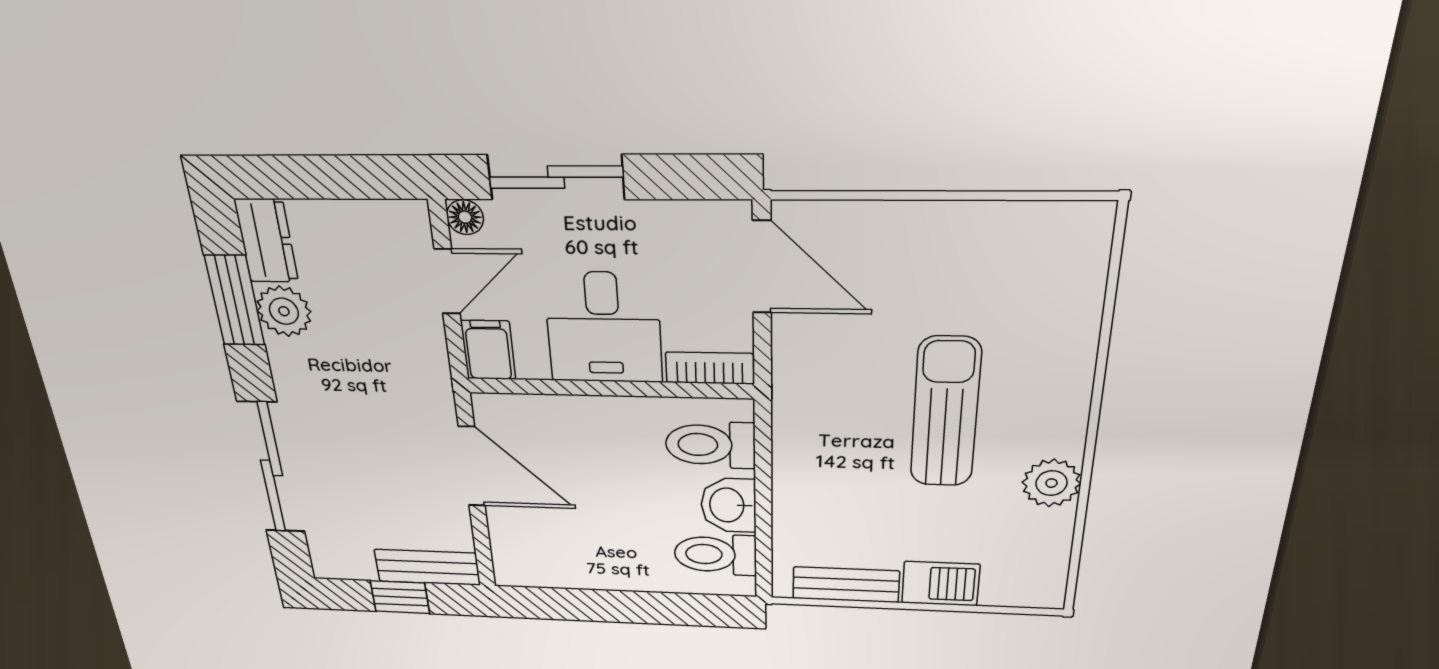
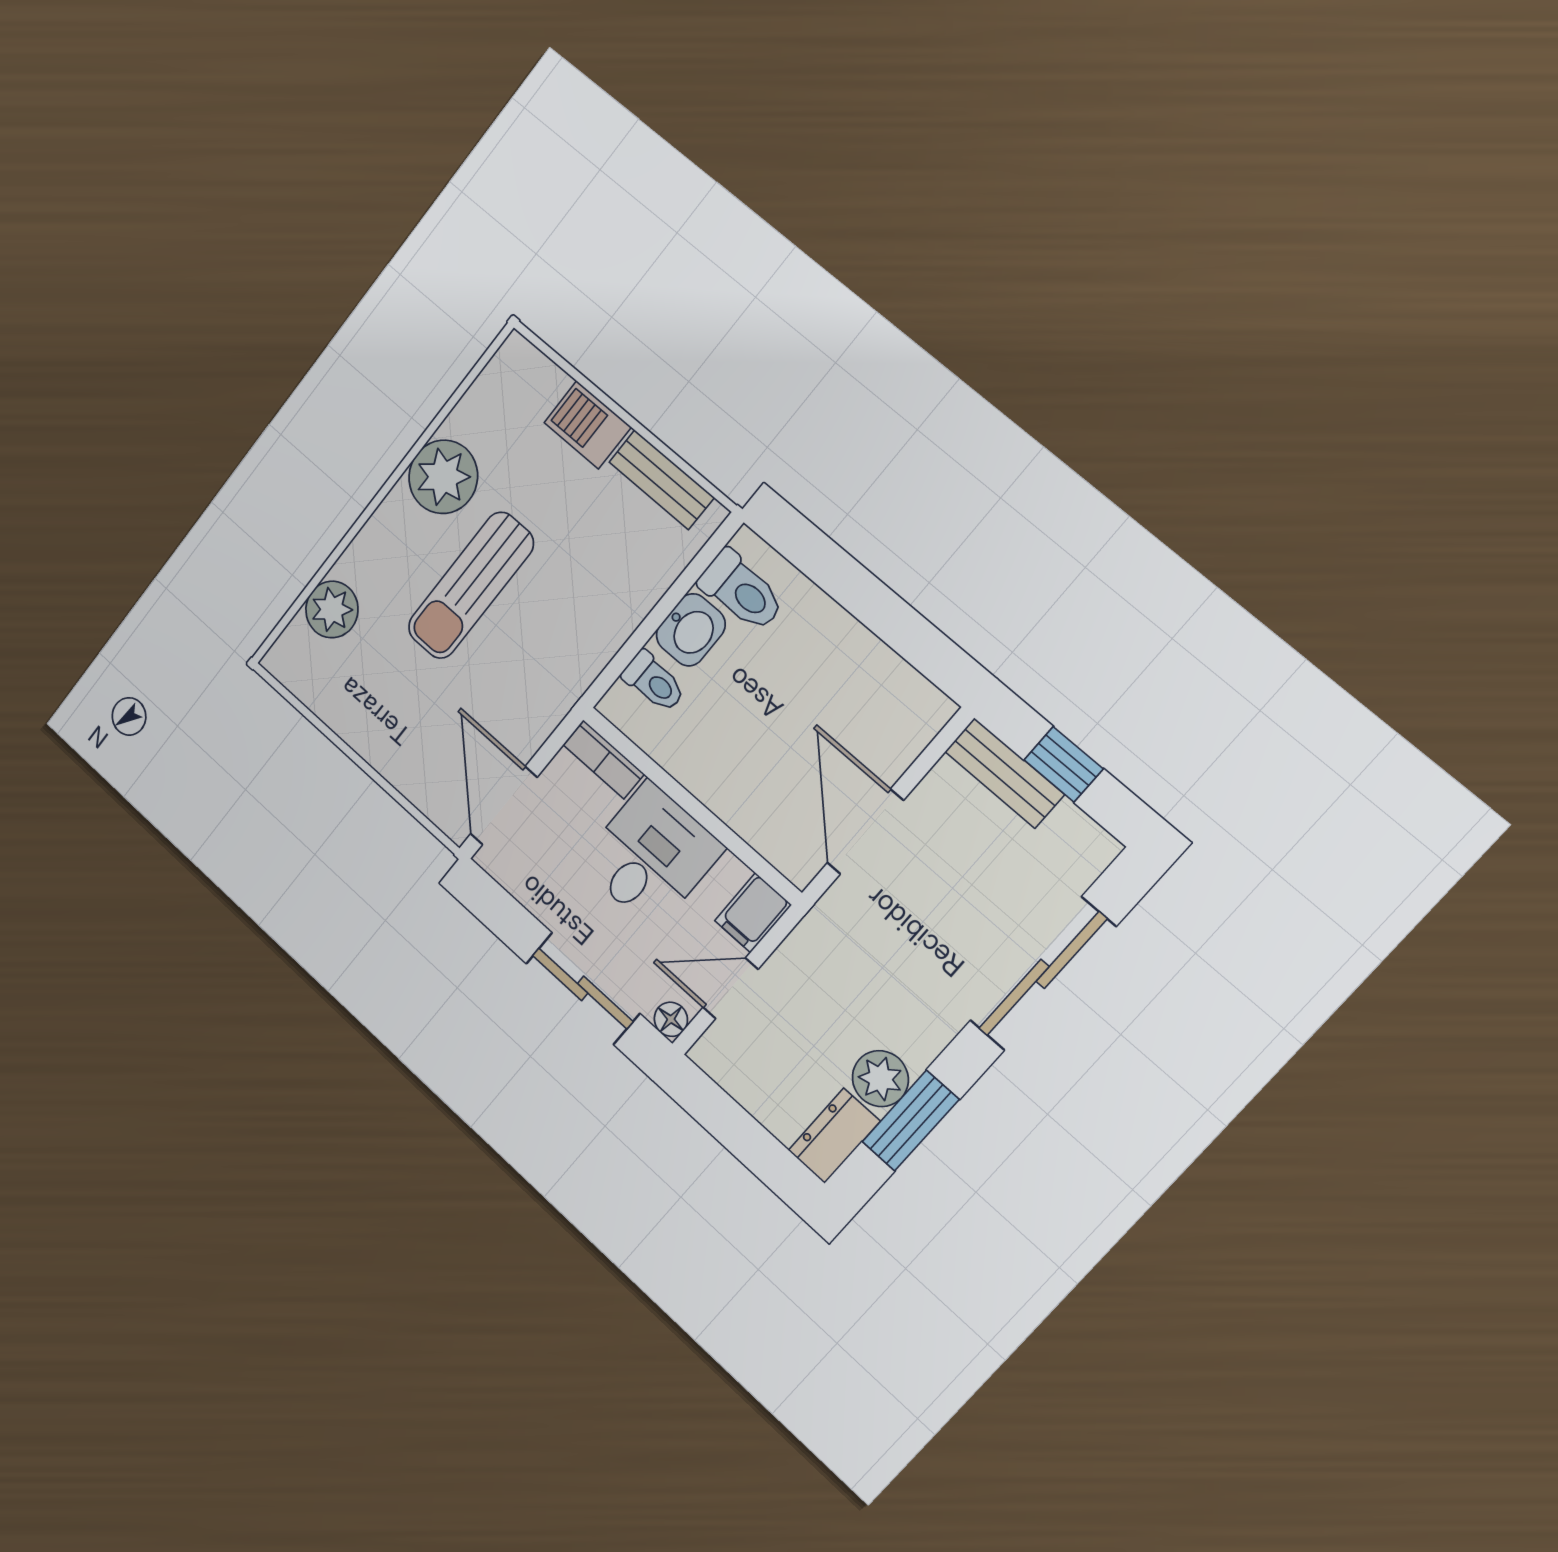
plant: (1071, 303) -> (332, 609), added
toilet: (710, 445) -> (654, 682), width x0.73, depth x0.72
plant: (1051, 483) -> (443, 477), width x1.36, depth x1.36

